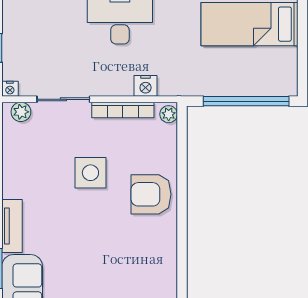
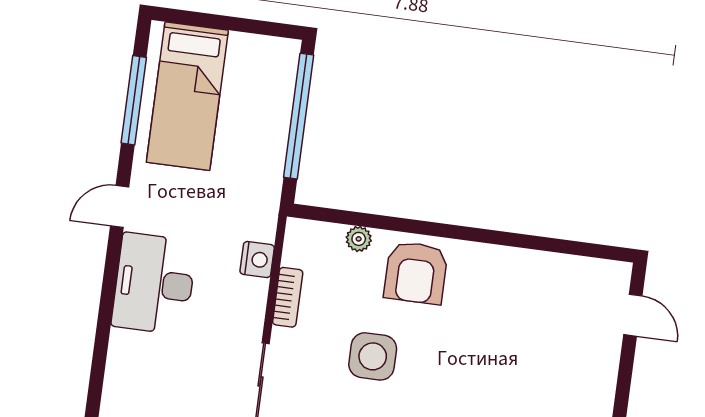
bookcase: (123, 110) -> (288, 297), width x0.64
plant: (169, 114) -> (359, 239), moved

